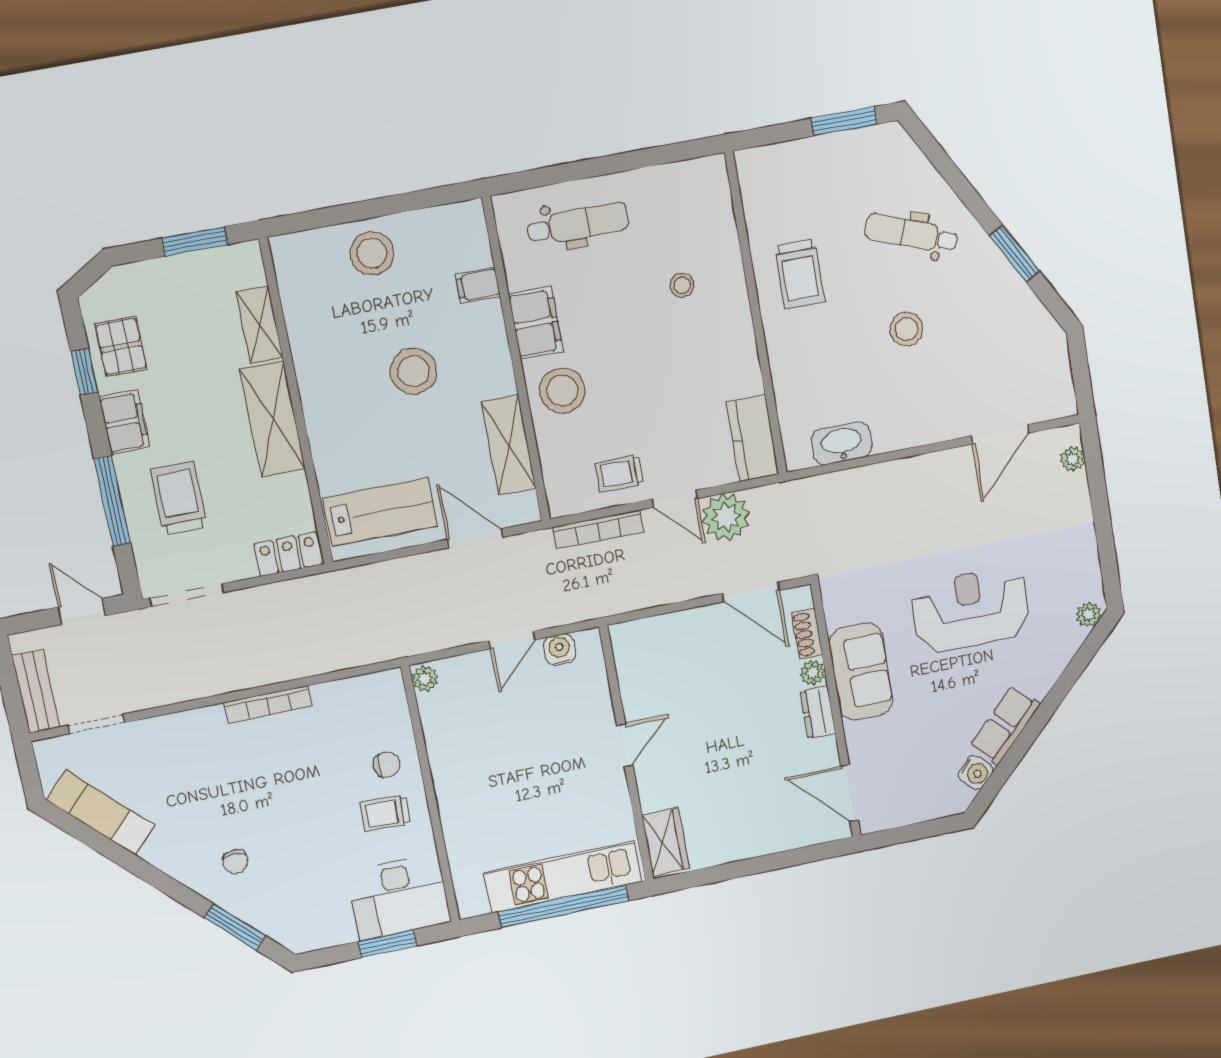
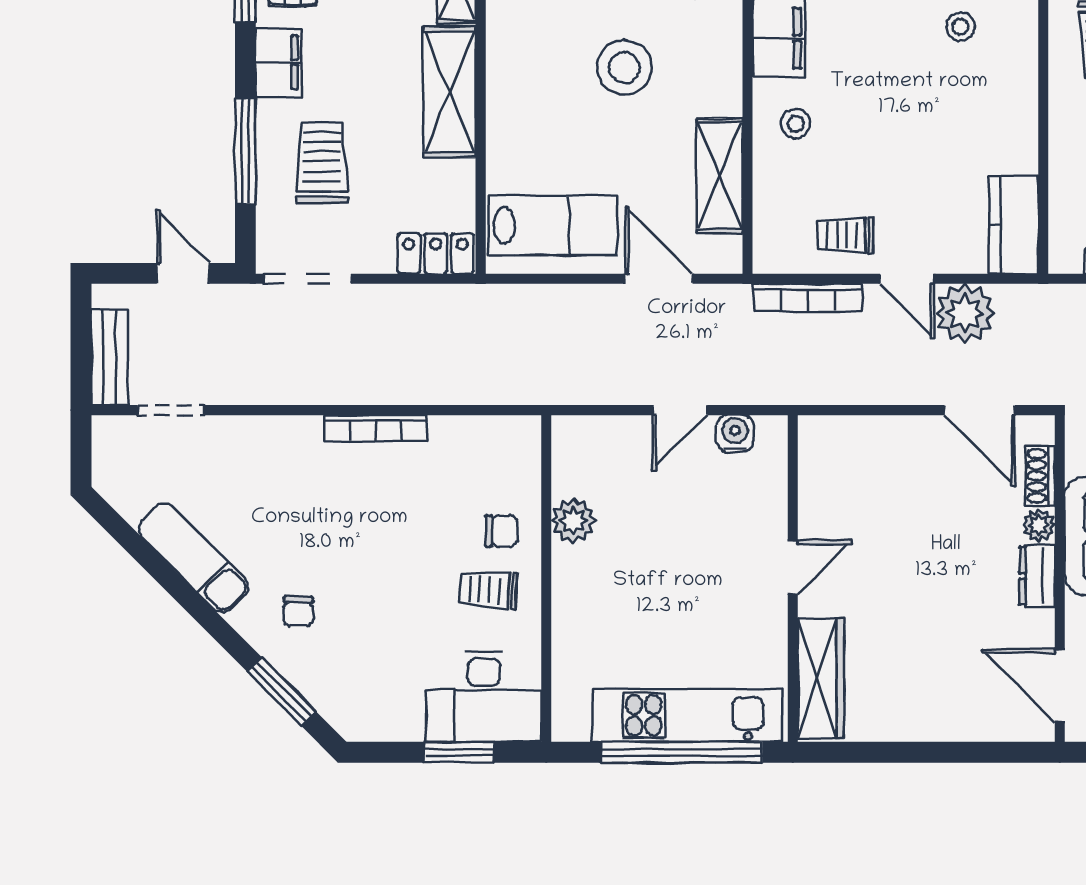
stool: (562, 390) -> (795, 124), width x0.53, depth x0.53
plant: (425, 679) -> (573, 521), moved, width x1.38, depth x1.38
exam couch: (101, 813) -> (193, 558), moved
wardrobe: (665, 842) -> (821, 678), width x1.50

